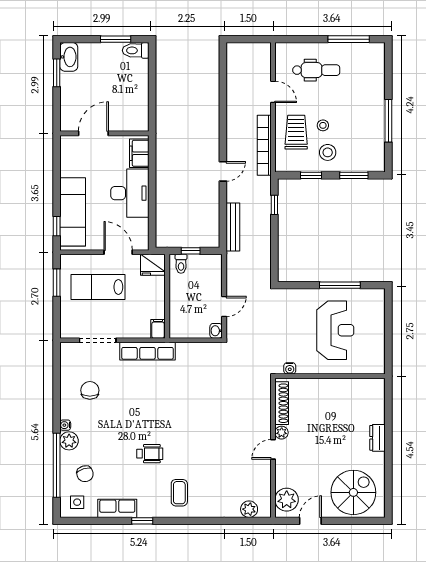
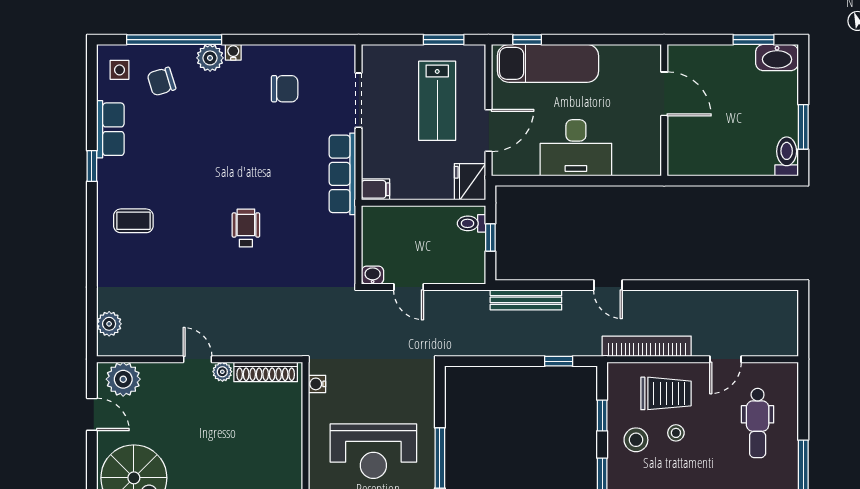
filing cabinet: (139, 153) -> (635, 162), removed
lab bench: (98, 287) -> (437, 101), turned 180
wheelchair: (150, 454) -> (246, 228), moved, turned 180

